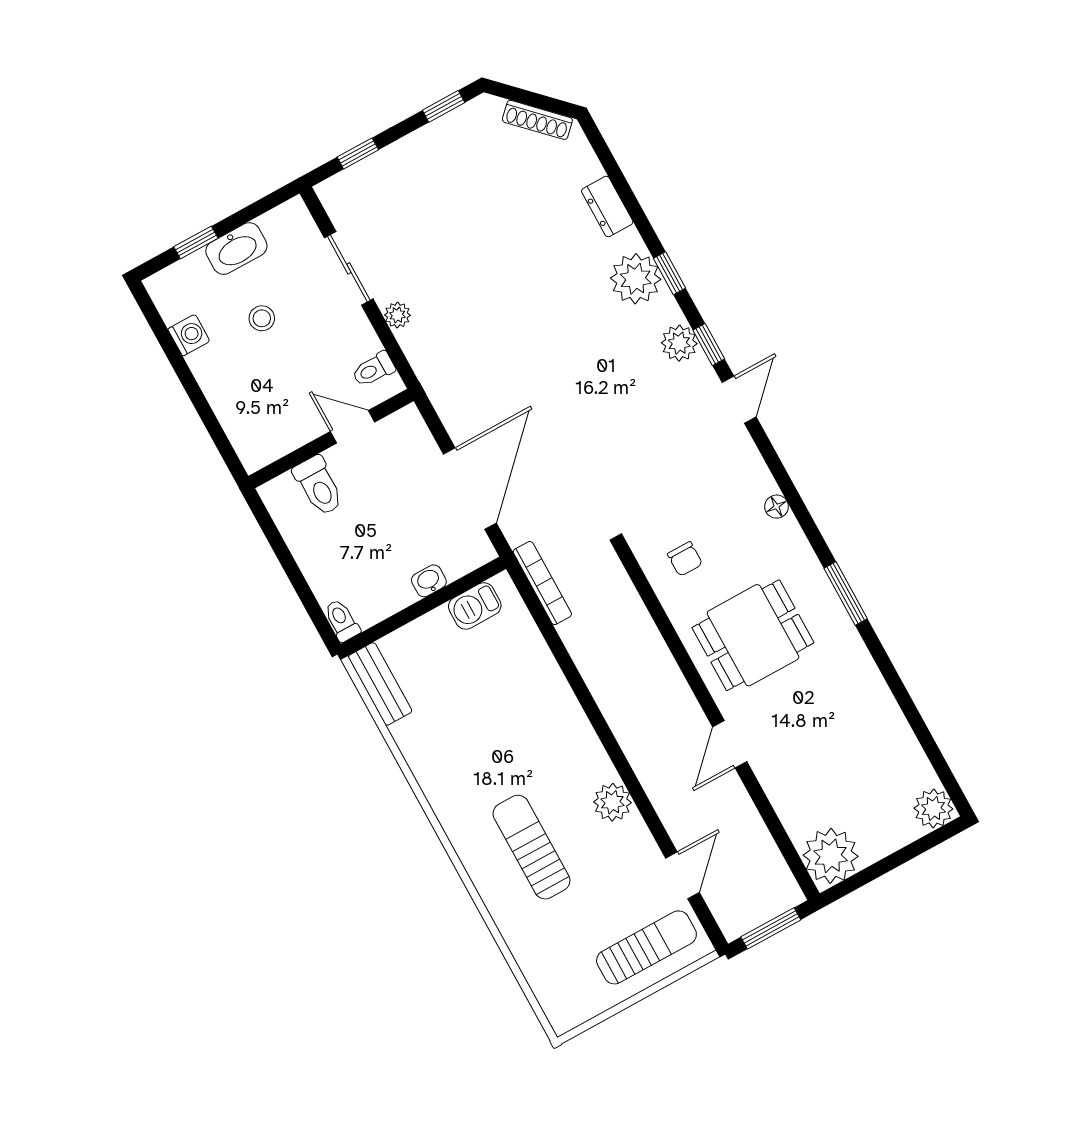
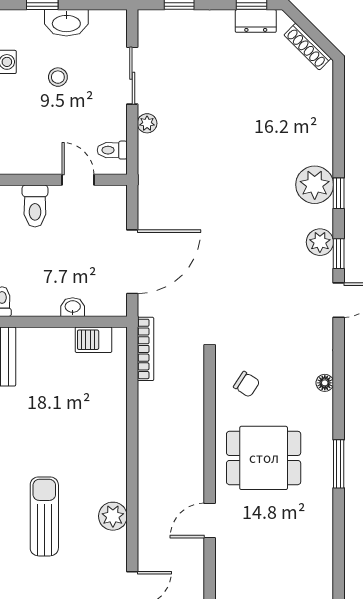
dresser: (607, 206) -> (256, 21), moved, turned -90
chair: (685, 559) -> (247, 384), turned -57

